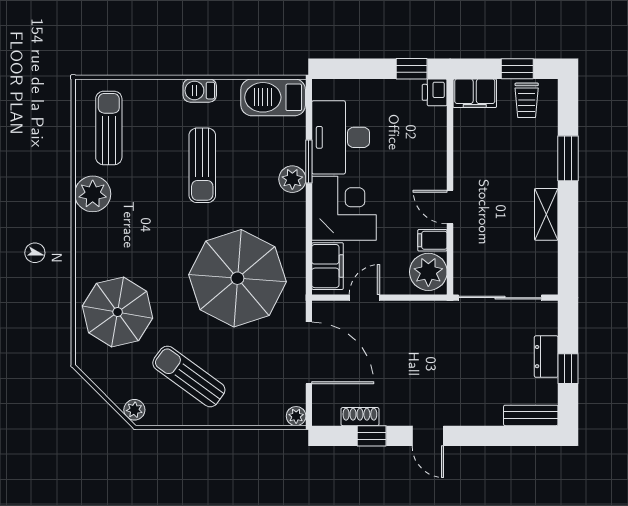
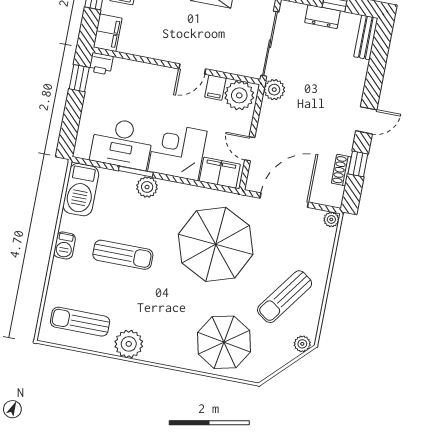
plant: (444, 314) -> (274, 90), added

